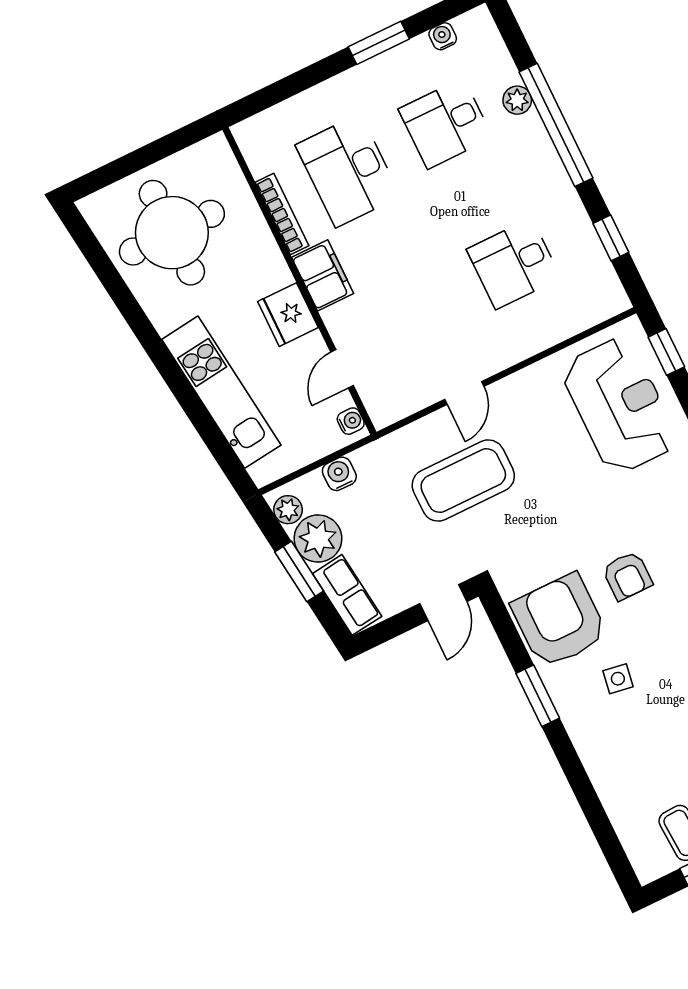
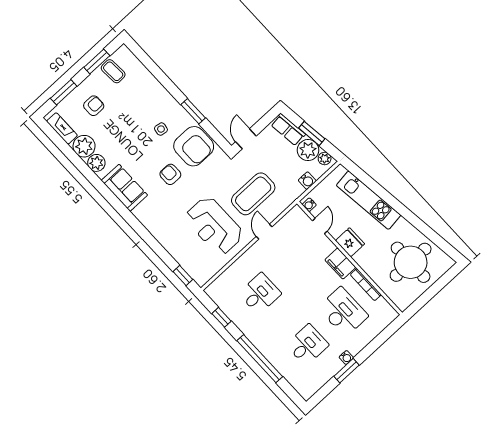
water cooler: (443, 36) -> (346, 357), moved
plant: (517, 100) -> (280, 364), removed
reception desk: (619, 405) -> (214, 226), moved

